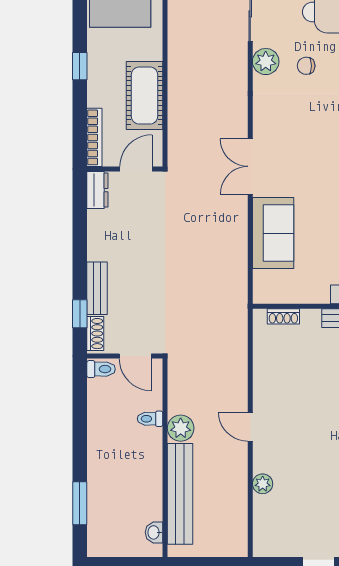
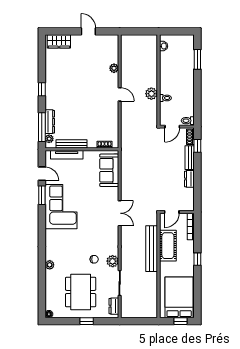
dresser: (97, 190) -> (189, 179), moved
sofa: (273, 233) -> (109, 170), moved
door: (135, 356) -> (172, 127), swing flipped
bench: (180, 494) -> (152, 249), moved

